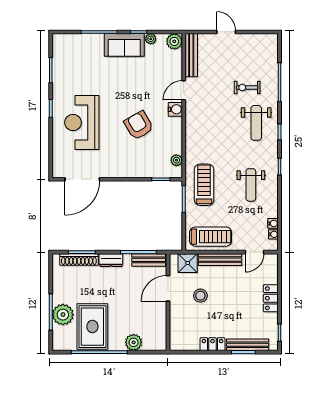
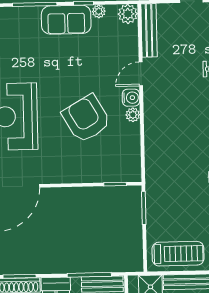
armchair: (139, 125) -> (86, 118), width x1.36, depth x1.36
plant: (176, 160) -> (133, 115), moved
treadmill: (204, 185) -> (168, 190), removed

